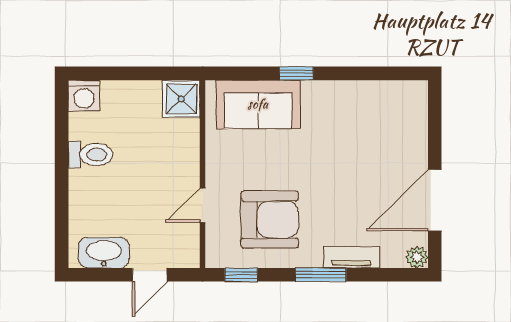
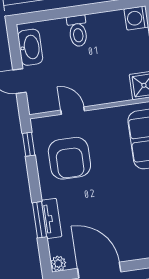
toilet: (90, 155) -> (78, 31), moved
window: (321, 275) -> (39, 220), moved

